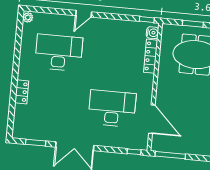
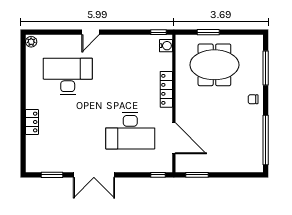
locker: (151, 56) -> (166, 89), moved
desk: (112, 108) -> (130, 131), turned 180
window: (170, 155) -> (197, 175), width x0.69

